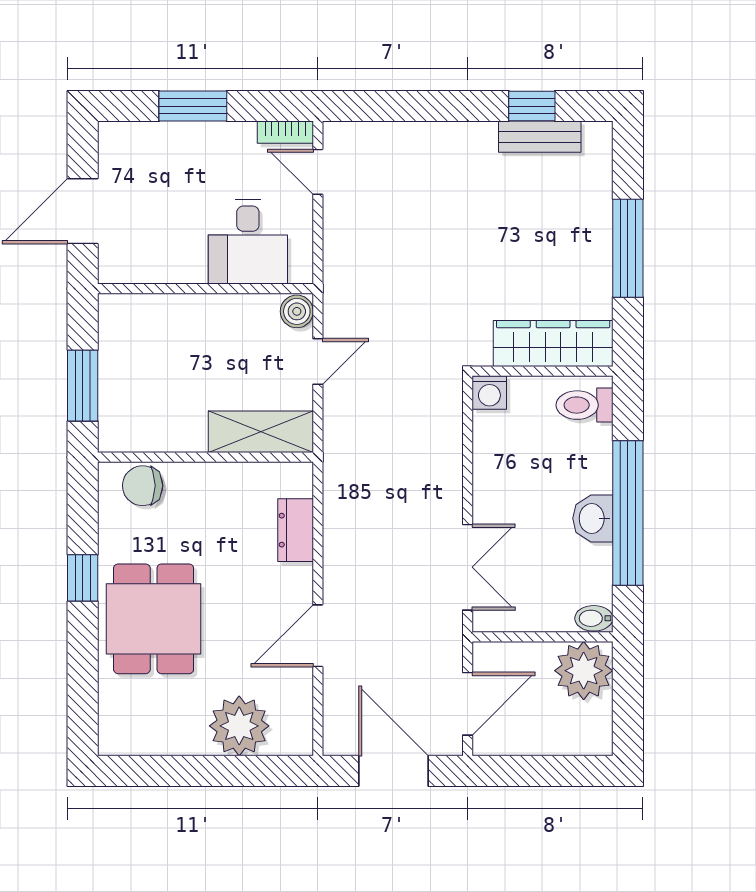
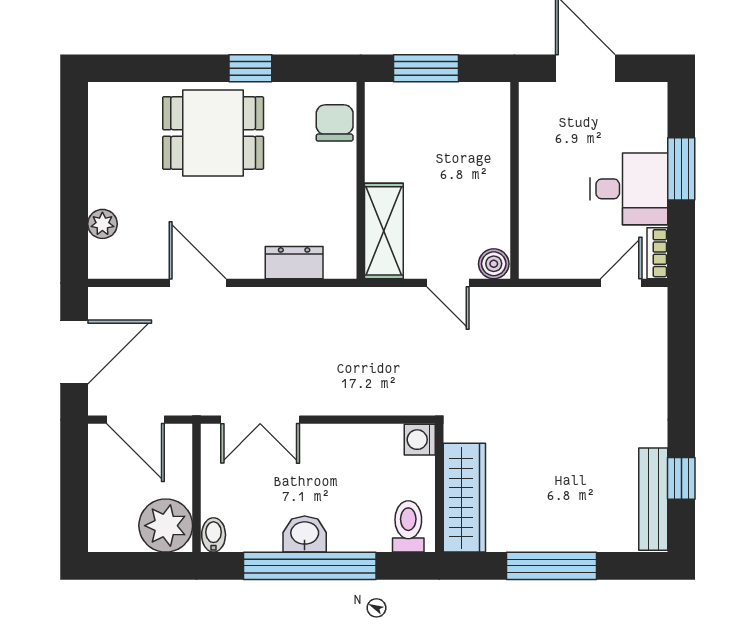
bench: (540, 137) -> (653, 499), width x1.36
desk: (248, 242) -> (629, 189), moved, turned 180
plant: (239, 726) -> (102, 224), width x0.53, depth x0.53

